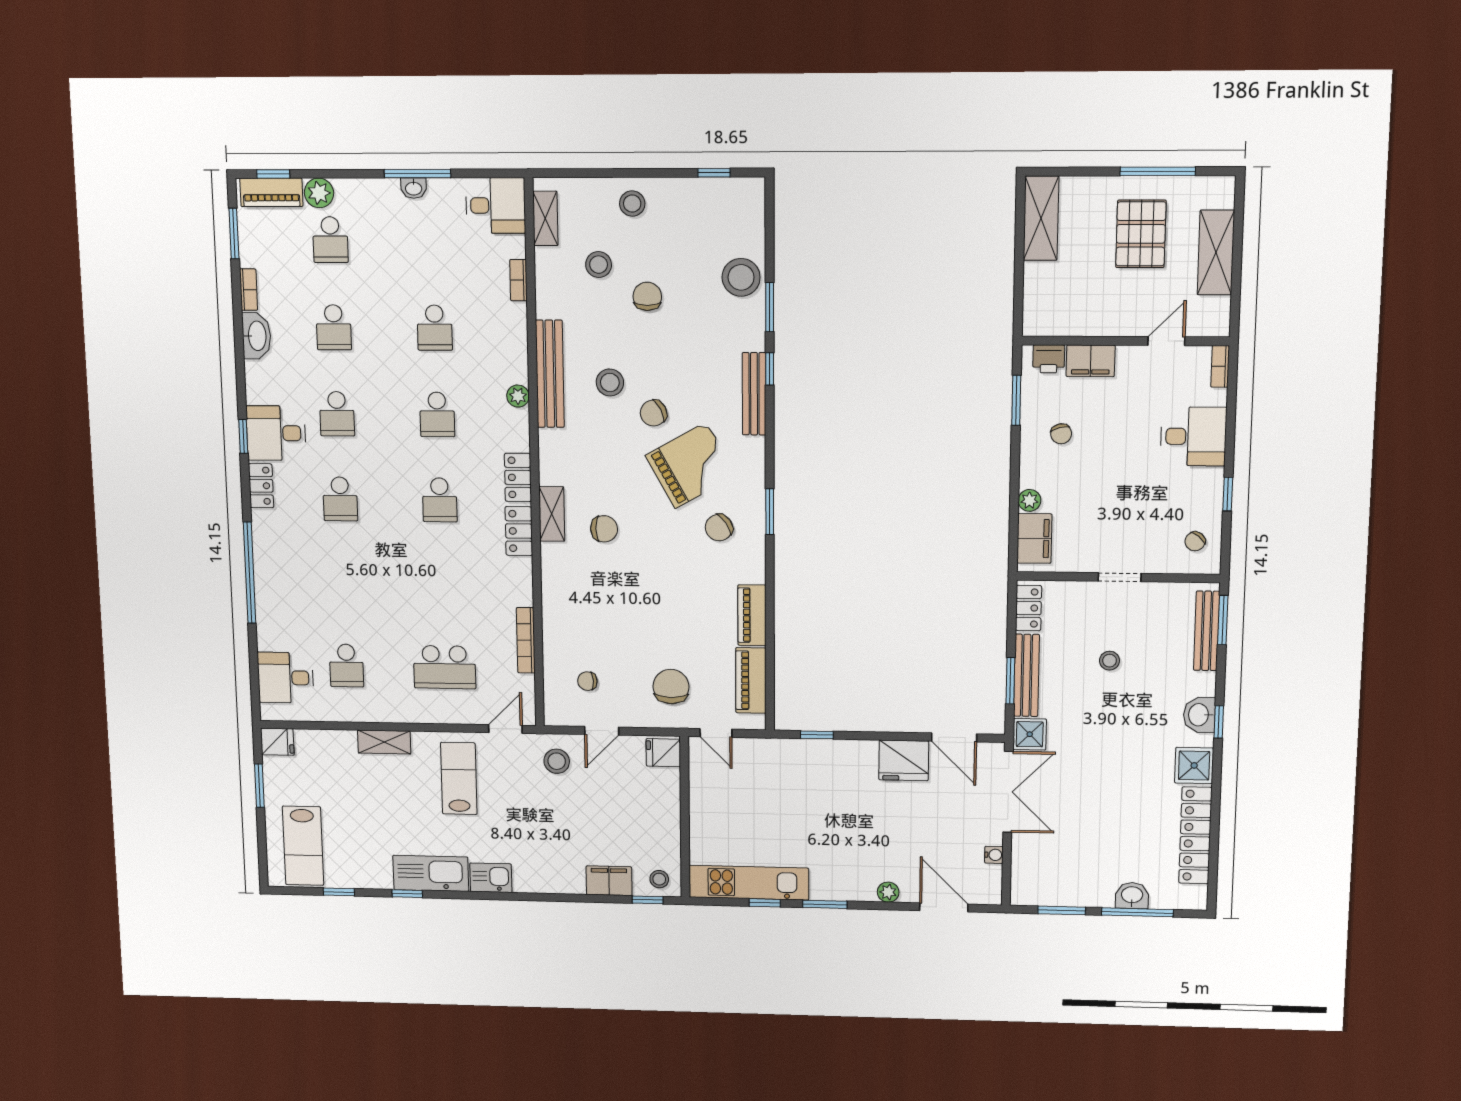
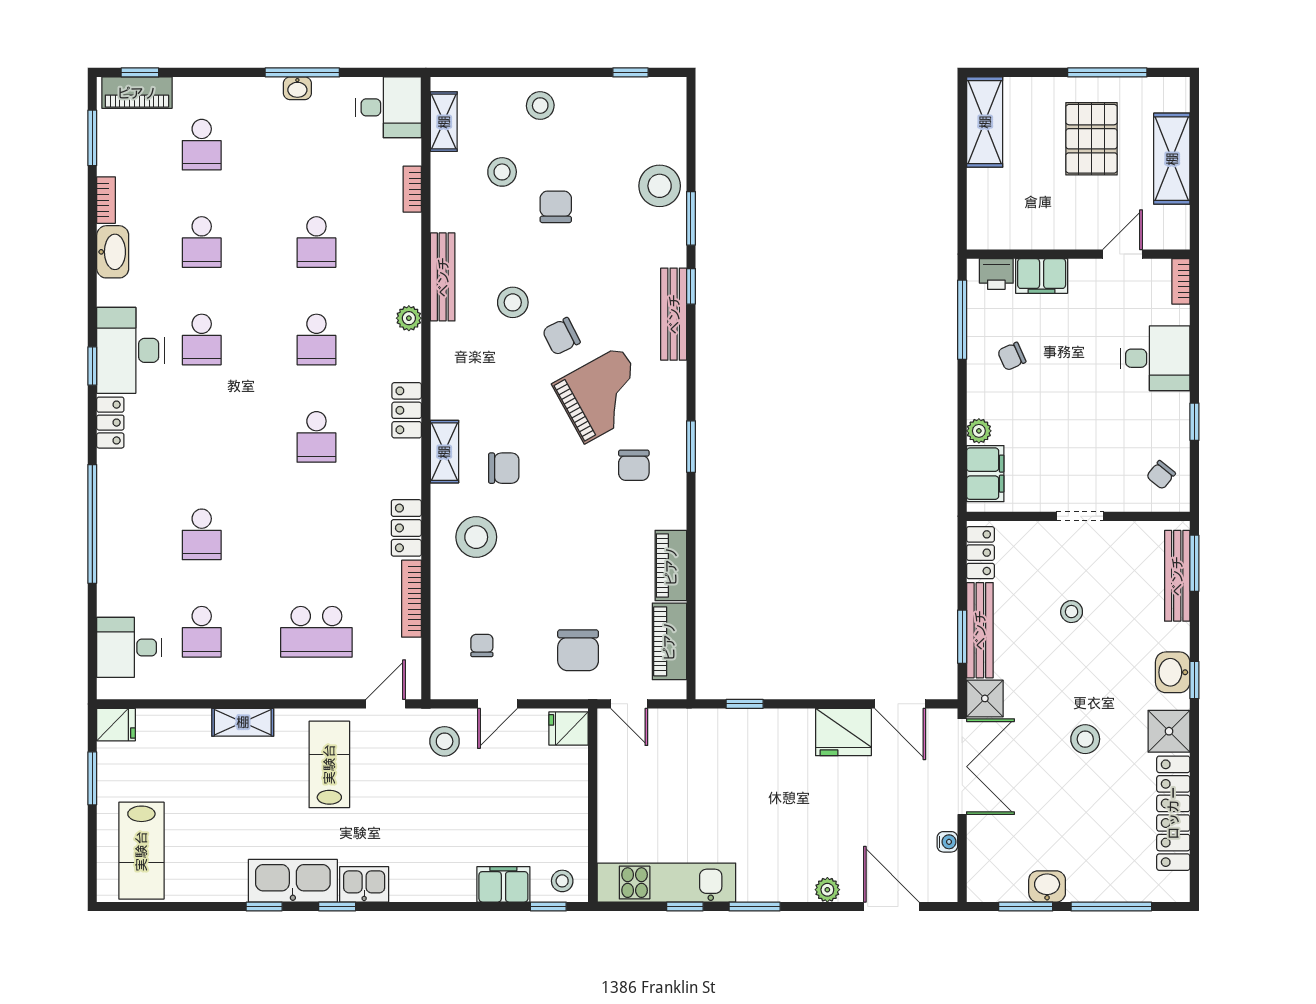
plant: (319, 193) -> (191, 93), removed
bench: (550, 374) -> (443, 277), width x0.73, depth x0.82
window: (1016, 400) -> (962, 320), width x1.44
desk: (276, 433) -> (130, 350), width x1.37
chair: (1061, 434) -> (1012, 356), turned 81
school desk: (340, 499) -> (202, 534), moved
chair: (719, 528) -> (634, 465), turned -55
locker: (519, 531) -> (406, 528), moved
stool: (581, 588) -> (476, 537), added
chair: (587, 681) -> (482, 645), turned 93
chair: (671, 687) -> (578, 650), turned 180
stool: (1119, 771) -> (1085, 739), added
window: (339, 892) -> (337, 907), moved
washbasin: (1132, 895) -> (1047, 886), moved

